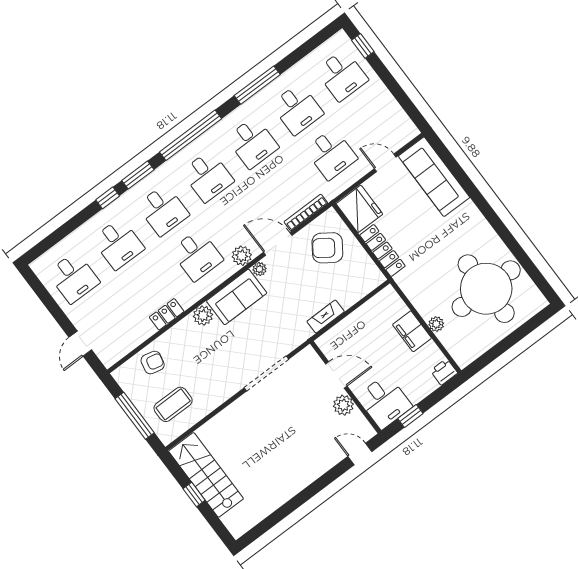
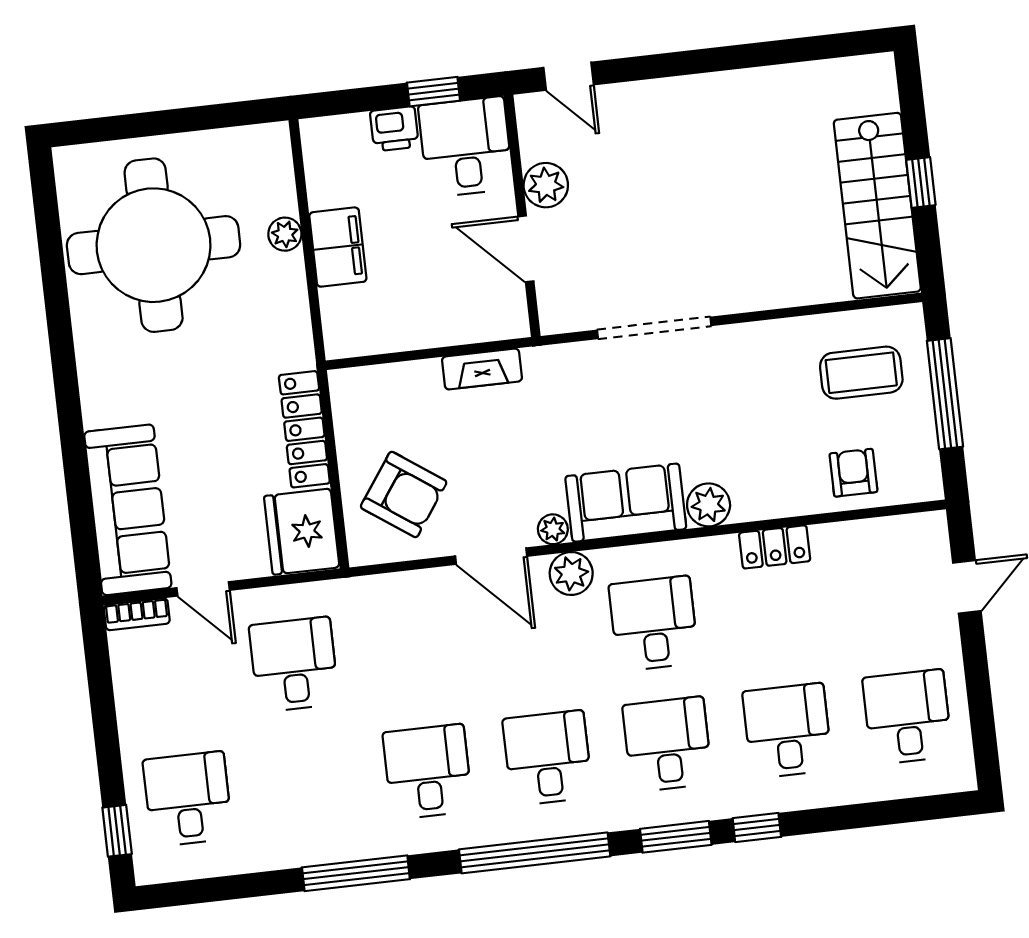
desk: (297, 109) -> (308, 785), removed
bookcase: (306, 212) -> (137, 614), moved, width x0.64
armchair: (153, 363) -> (853, 473), turned 77
printer: (444, 372) -> (394, 129), moved

